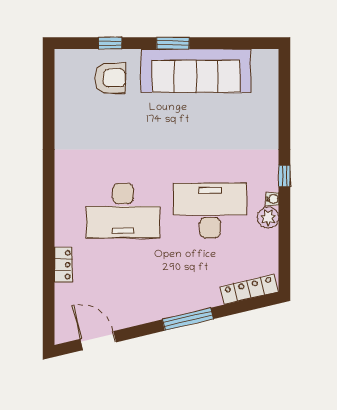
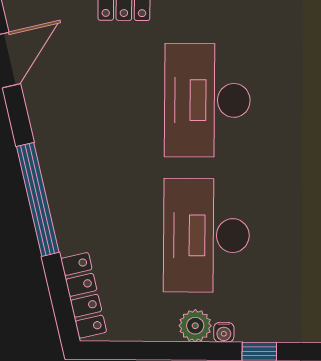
desk: (210, 211) -> (206, 235), turned 180
window: (188, 319) -> (38, 199), width x1.46

